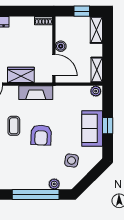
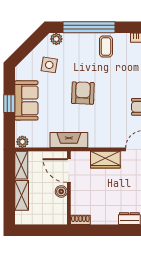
window: (82, 11) -> (38, 230), removed
shelving: (96, 30) -> (22, 195), moved
fireplace: (36, 93) -> (69, 140), moved
coffee table: (14, 126) -> (106, 46), moved
plant: (54, 184) -> (56, 39), moved

